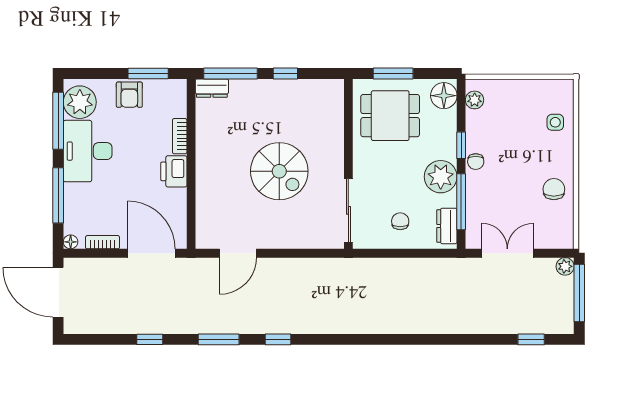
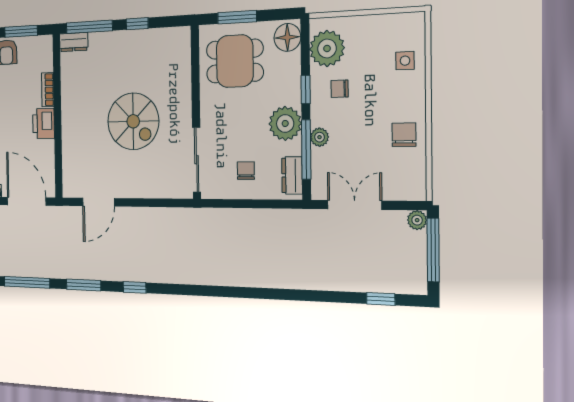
plant: (475, 100) -> (327, 48), width x1.87, depth x1.87
chair: (476, 162) -> (340, 89), moved, turned 90
plant: (474, 190) -> (320, 137), added
window: (150, 339) -> (27, 282), width x2.17

